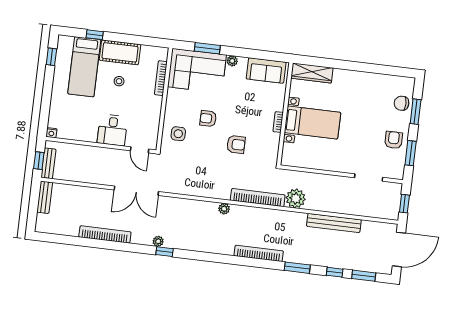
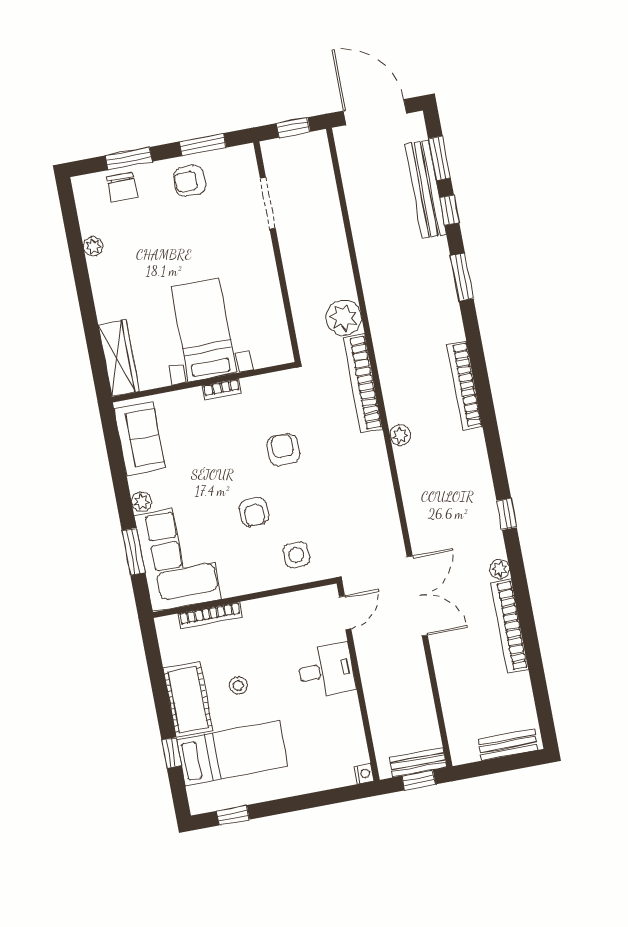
plant: (375, 78) -> (93, 246), added
bench: (45, 197) -> (508, 745), moved
bench: (334, 223) -> (426, 189), moved
plant: (158, 241) -> (500, 569), moved
bookcase: (259, 253) -> (465, 386), moved

